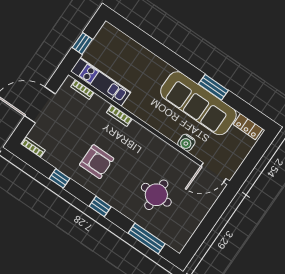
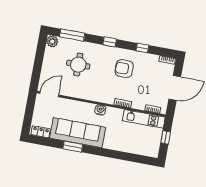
water cooler: (186, 143) -> (100, 110), moved
plant: (177, 242) -> (52, 41), added

